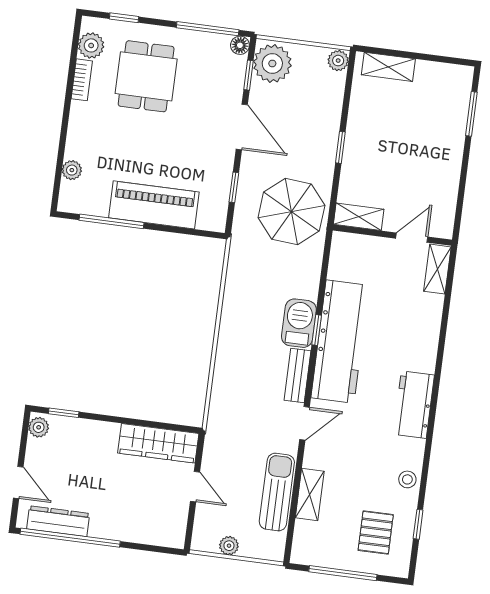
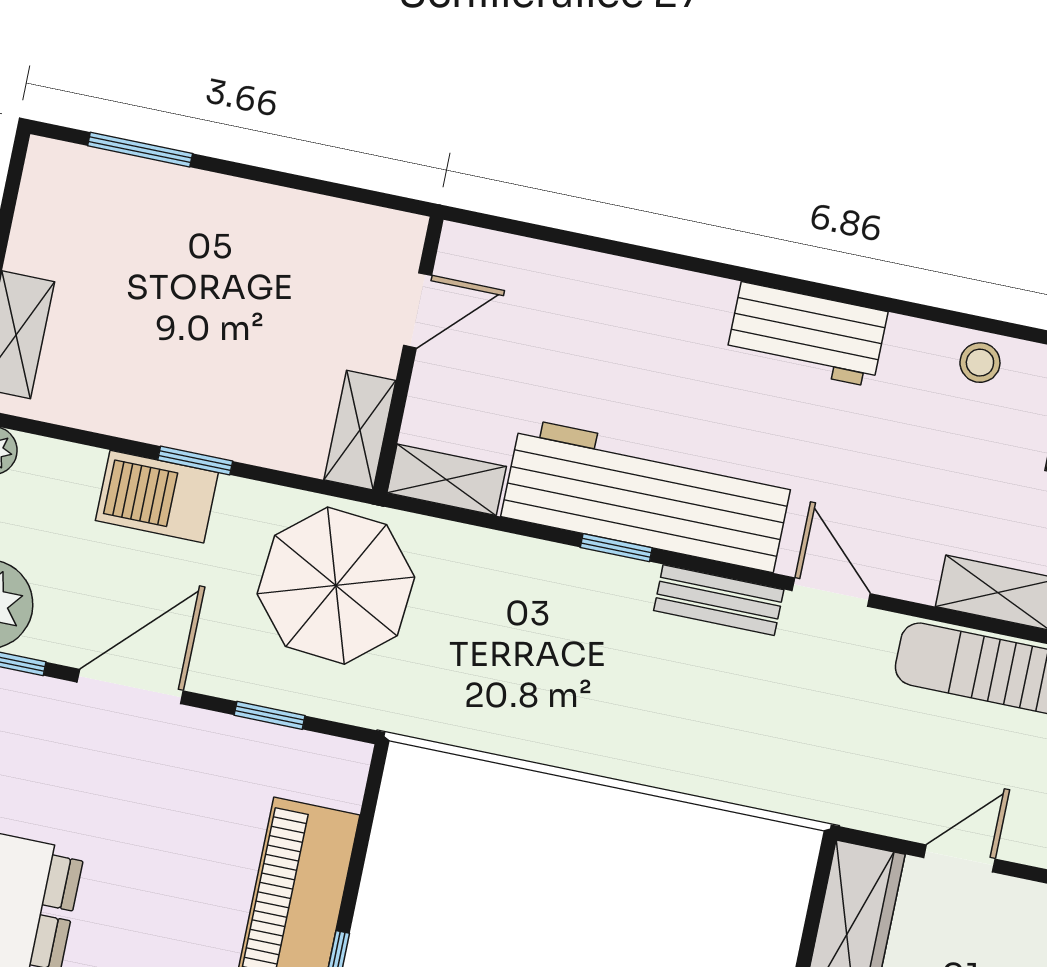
door: (412, 238) -> (418, 310), swing flipped
shelving: (437, 269) -> (447, 480), moved
barbecue: (299, 323) -> (157, 497), moved

